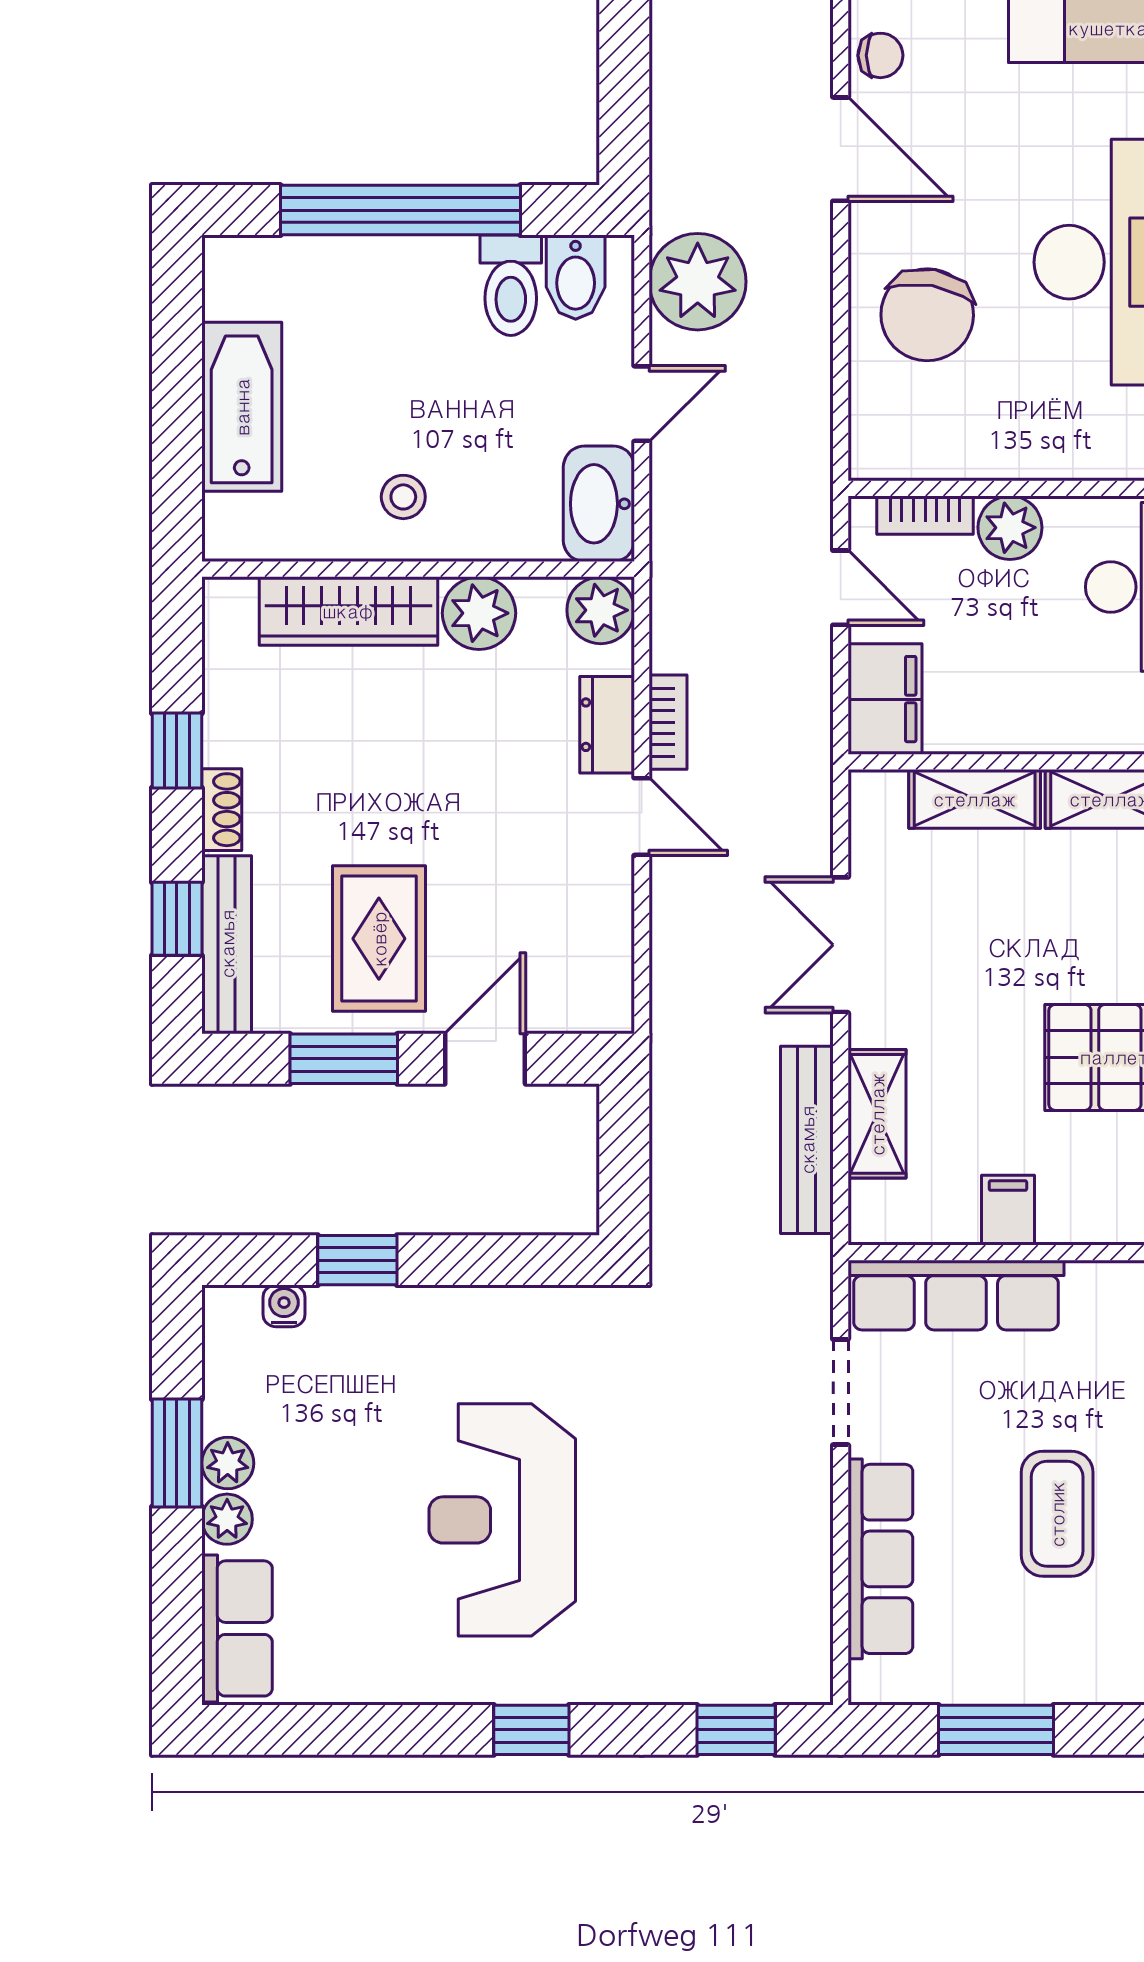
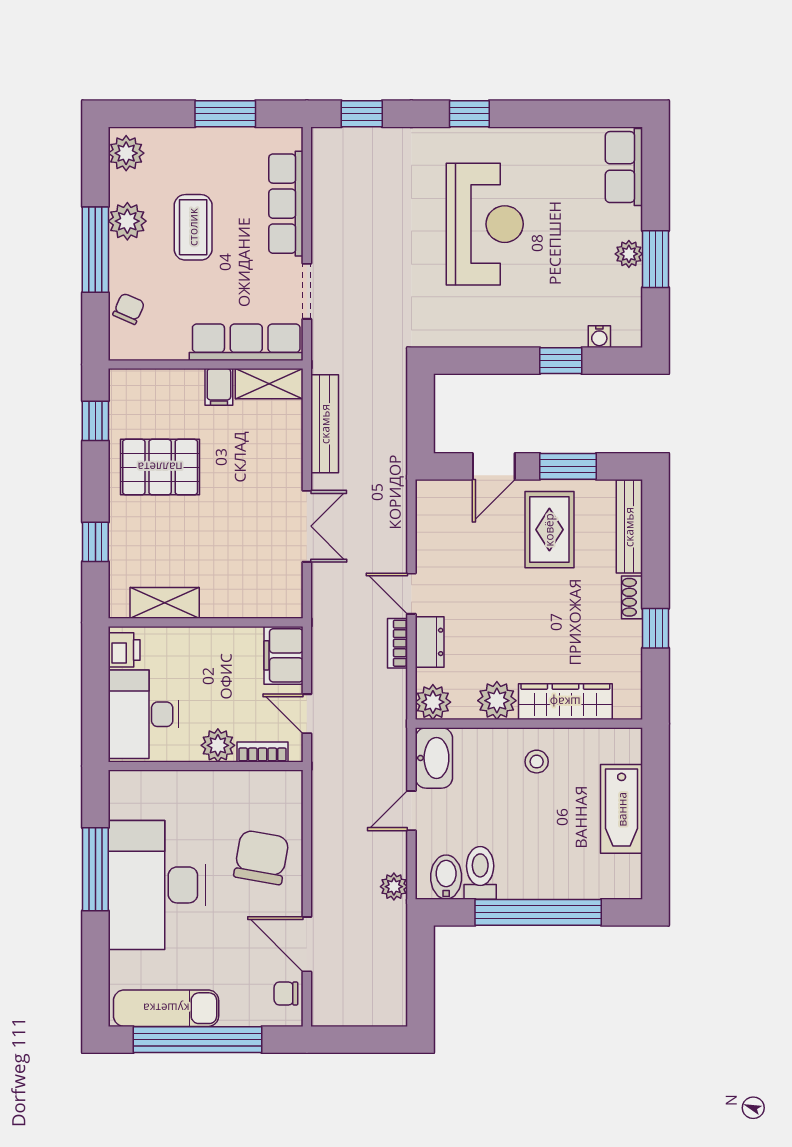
plant: (698, 282) -> (394, 887), width x0.53, depth x0.53
shelving: (975, 799) -> (236, 603), removed
window: (177, 919) -> (656, 540), removed
shelving: (877, 1114) -> (269, 384), moved, turned 90
plant: (227, 1519) -> (629, 224), removed

